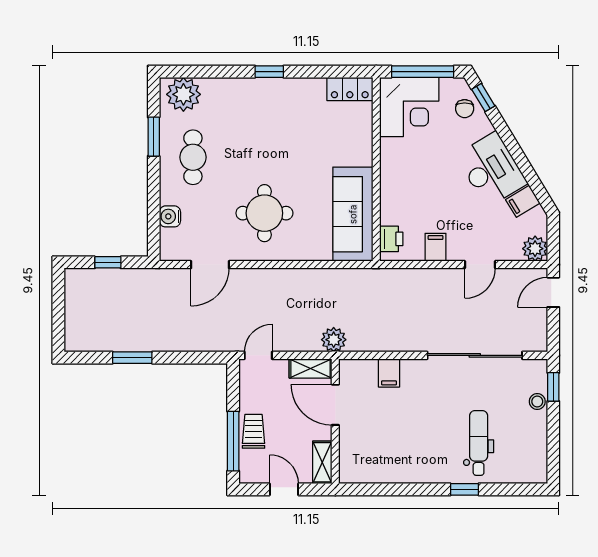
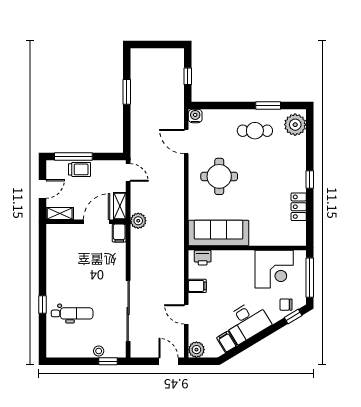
locker: (350, 89) -> (299, 207), moved
corner desk: (409, 107) -> (274, 269), moved, turned -90
water cooler: (170, 216) -> (195, 116), moved
filing cabinet: (389, 373) -> (119, 233), moved, turned -90

